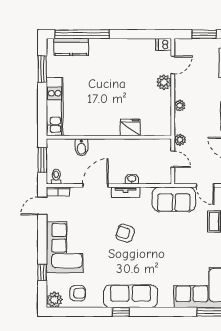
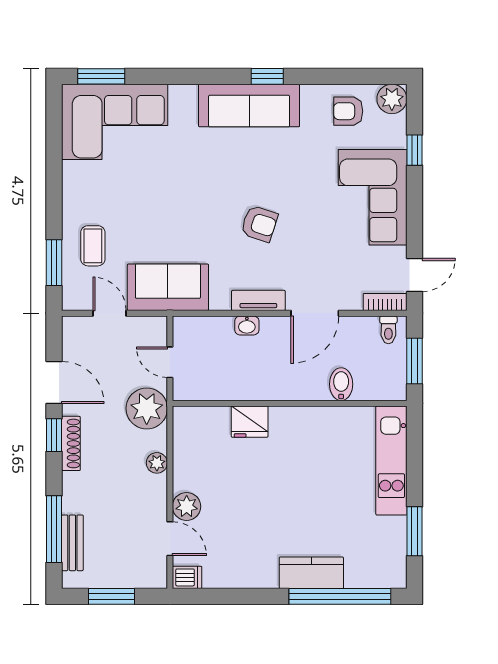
kitchen counter: (71, 47) -> (311, 573), moved
door: (173, 65) -> (170, 539), swing flipped
plant: (180, 140) -> (147, 408), width x1.87, depth x1.87

